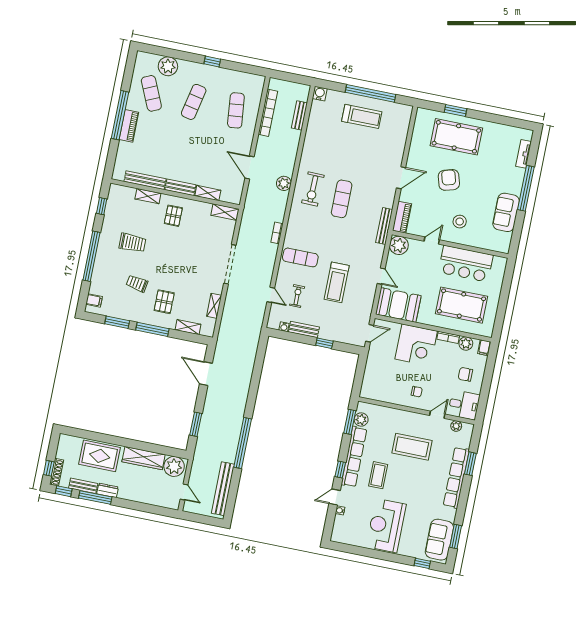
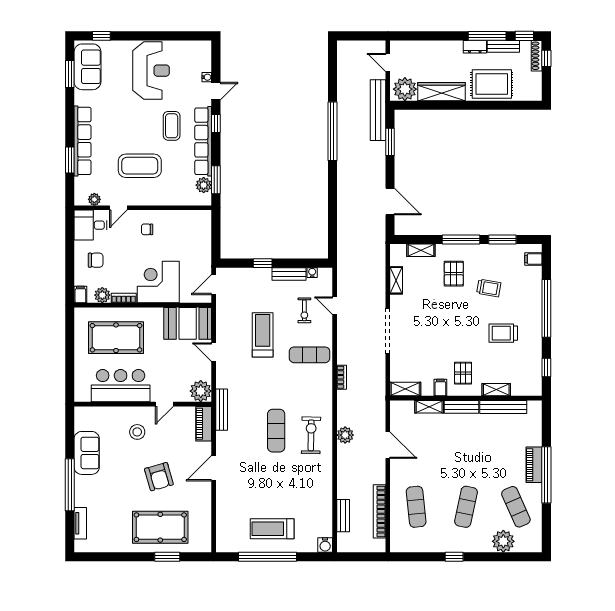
filing cabinet: (195, 207) -> (440, 388), added
bench: (223, 489) -> (378, 110), moved

